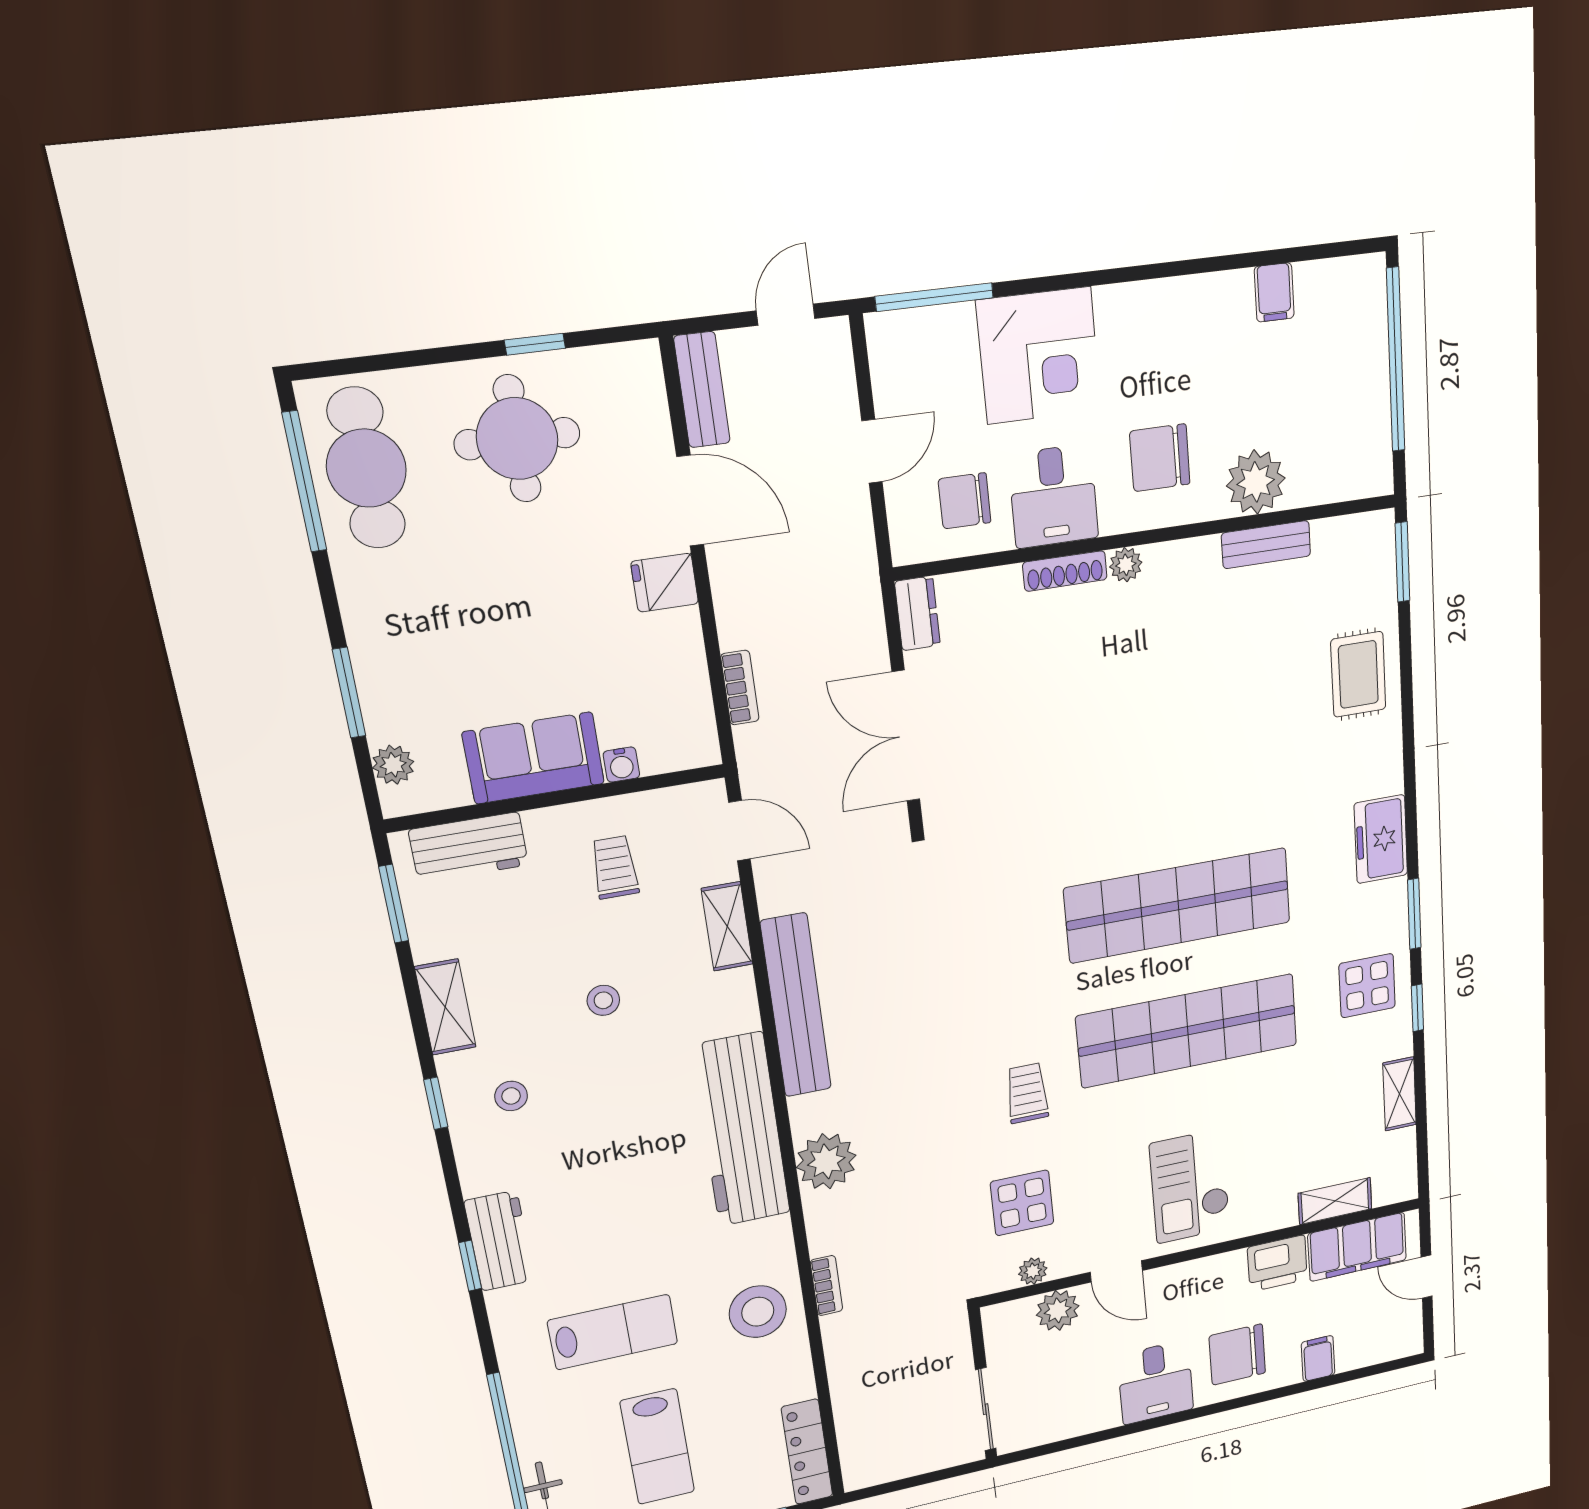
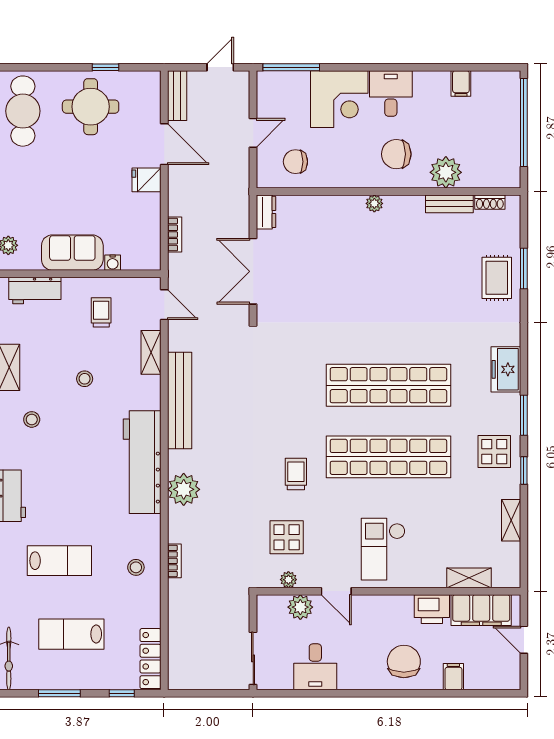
desk: (1053, 496) -> (391, 93), moved, turned 180
window: (1402, 562) -> (524, 268), moved
shoe rack: (1065, 571) -> (490, 202), moved, width x0.70
stool: (758, 1312) -> (136, 567), width x0.53, depth x0.53
chair: (1237, 1355) -> (404, 662), turned 90
desk: (1156, 1382) -> (315, 667), moved
lab bench: (657, 1447) -> (71, 634), turned 90

